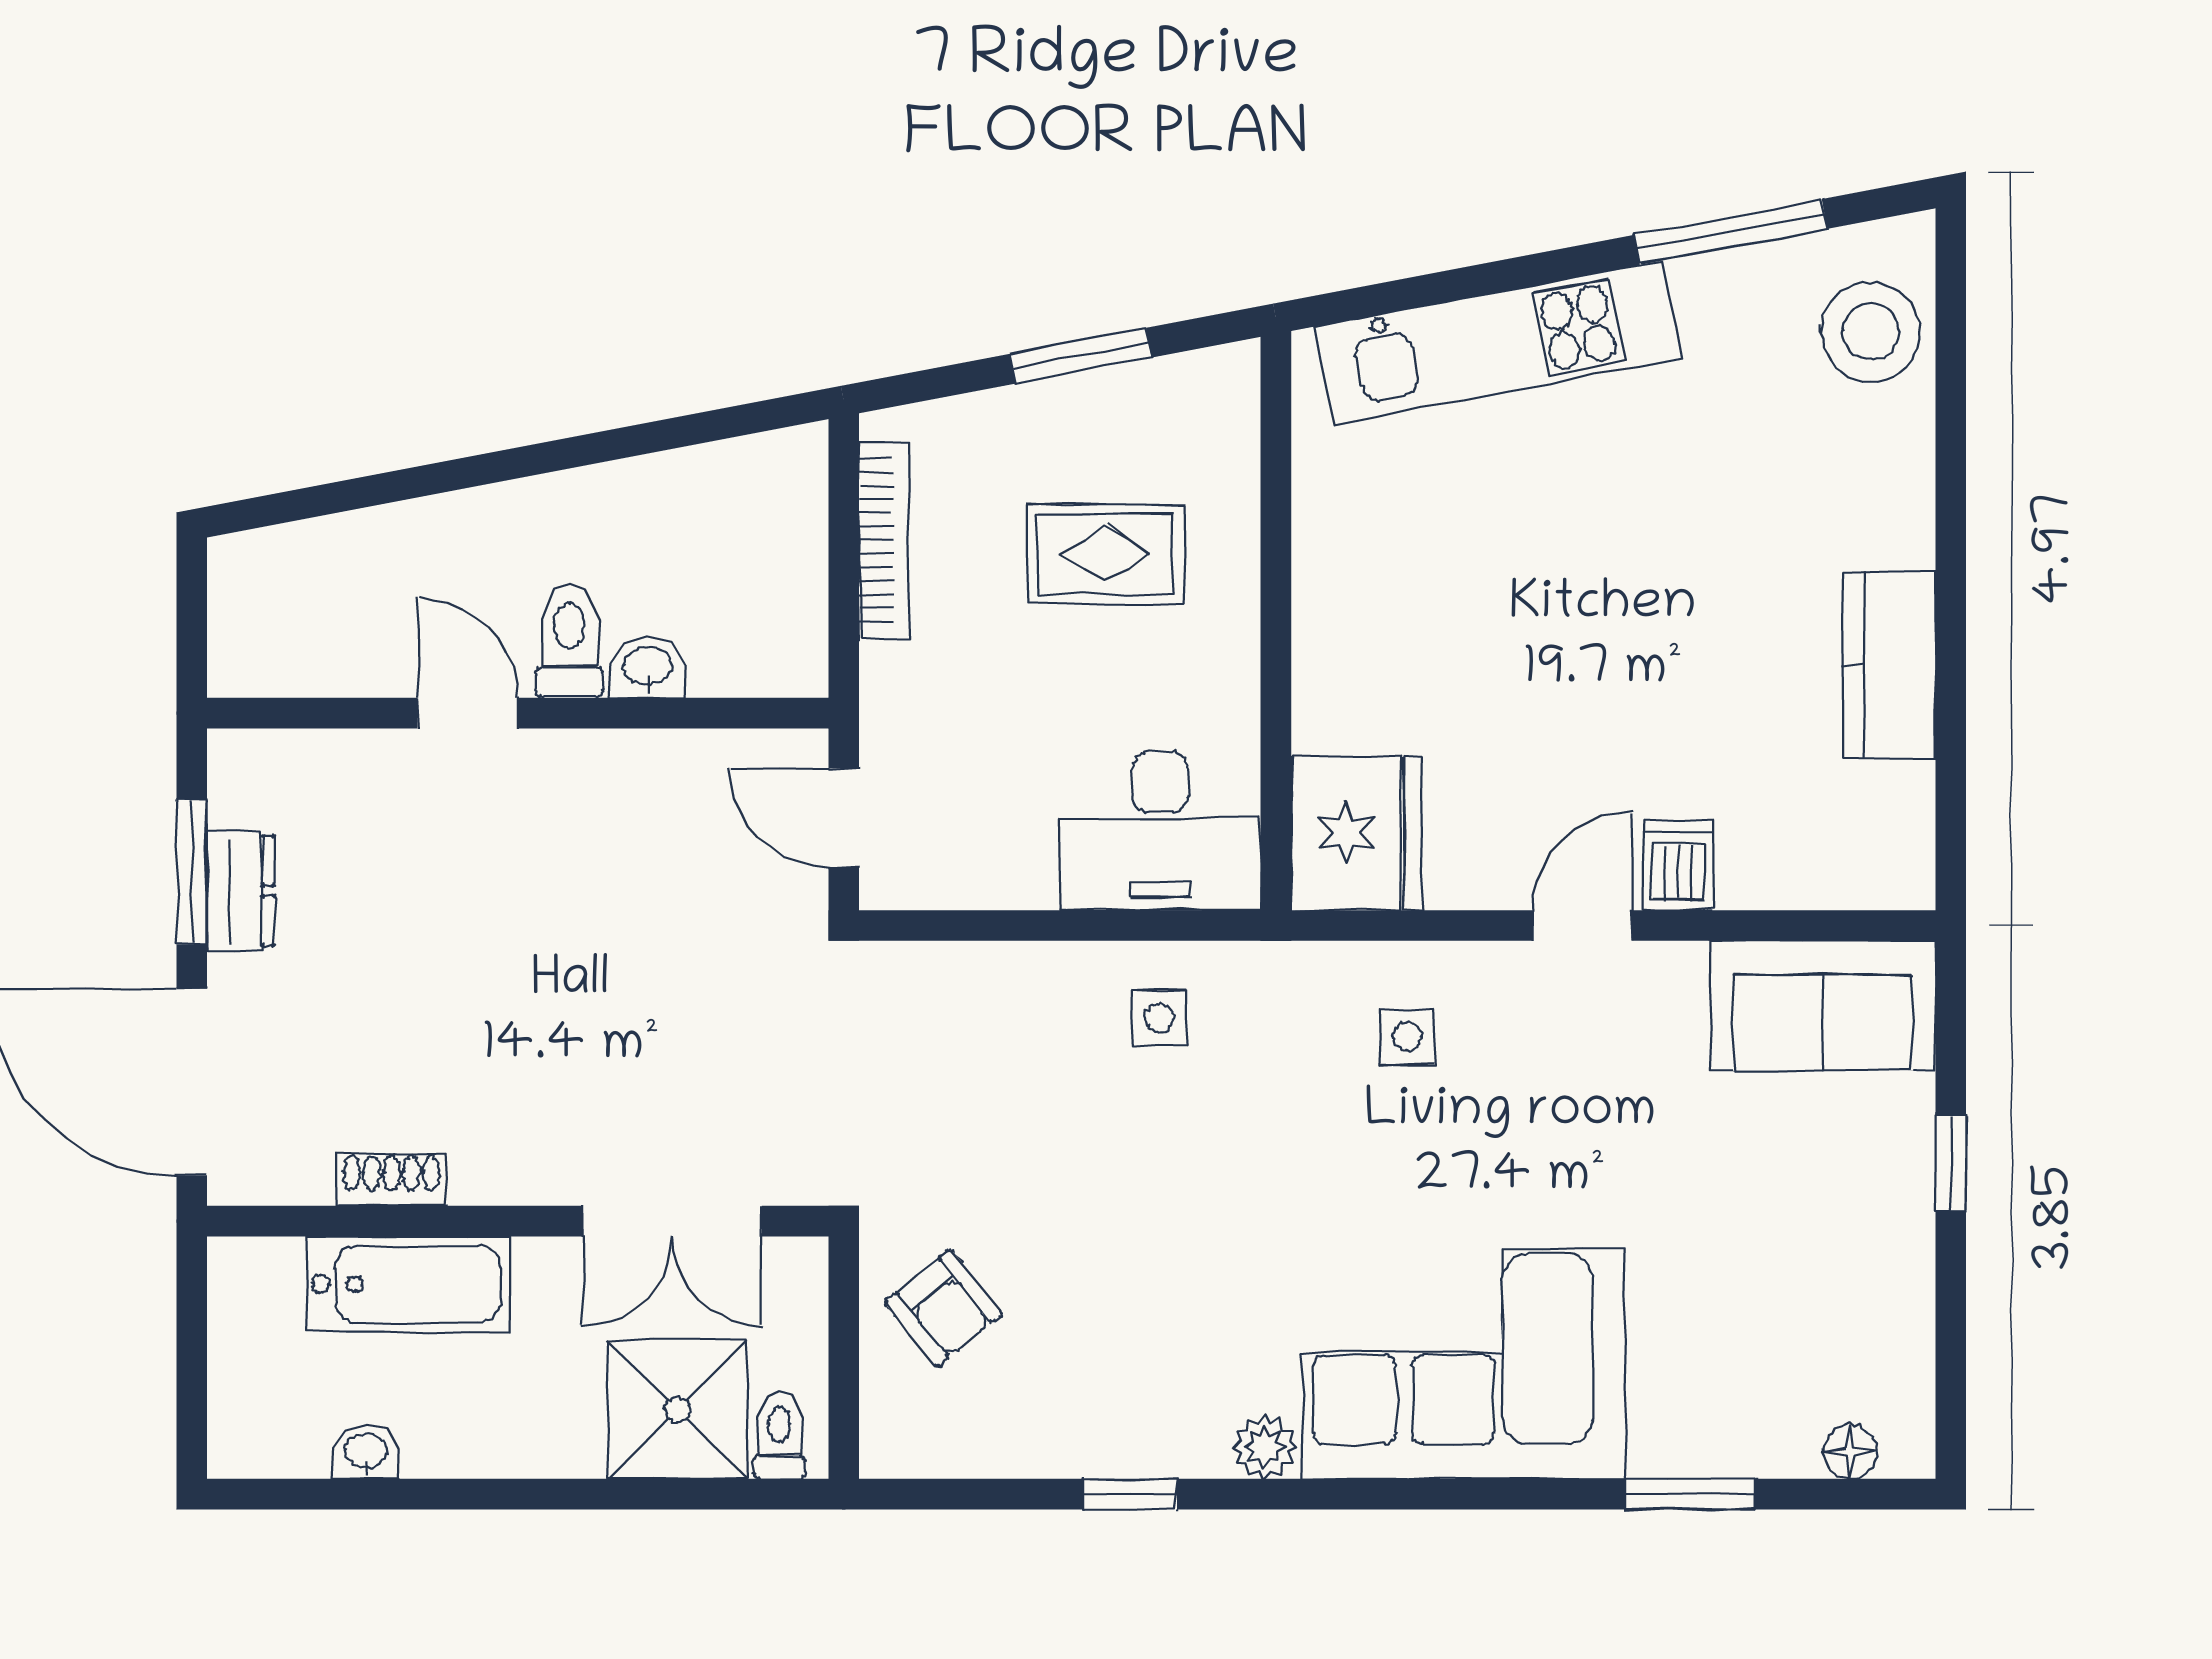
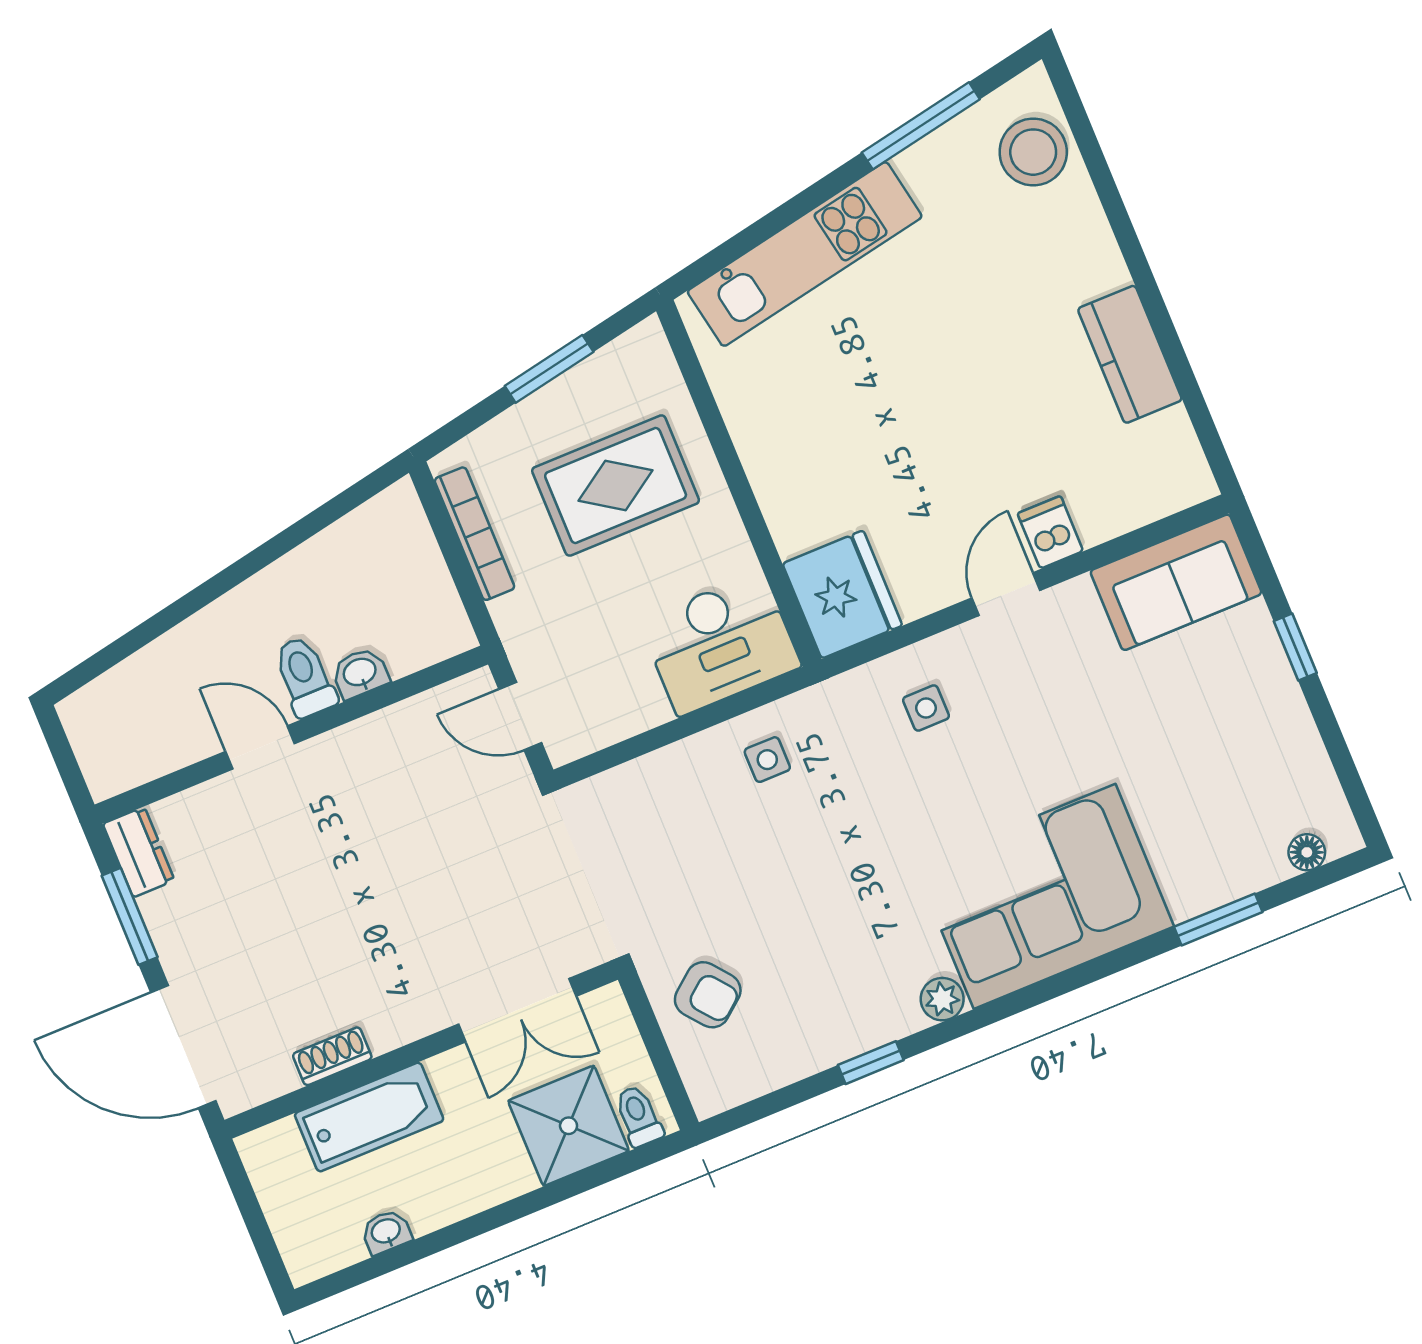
rug: (1106, 554) -> (616, 485), width x1.36, depth x1.43
dresser: (241, 891) -> (139, 852), moved

